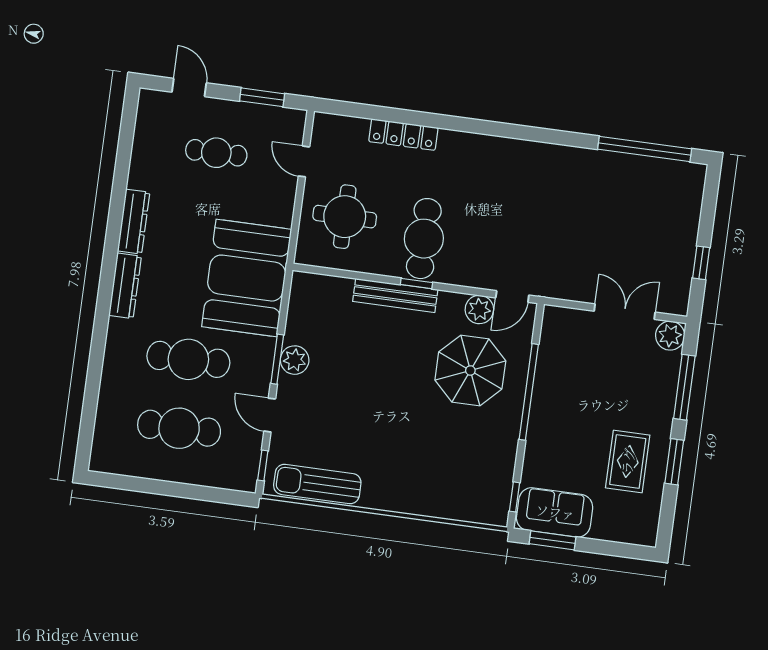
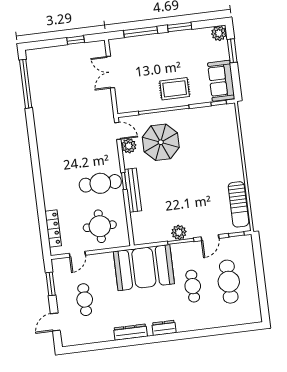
locker: (403, 135) -> (53, 229), moved
dresser: (125, 286) -> (164, 328), width x0.70
plant: (670, 336) -> (219, 33), moved
cafe table: (188, 359) -> (193, 286), width x0.73, depth x0.74
rug: (628, 461) -> (175, 89), moved
window: (553, 540) -> (232, 51), moved

